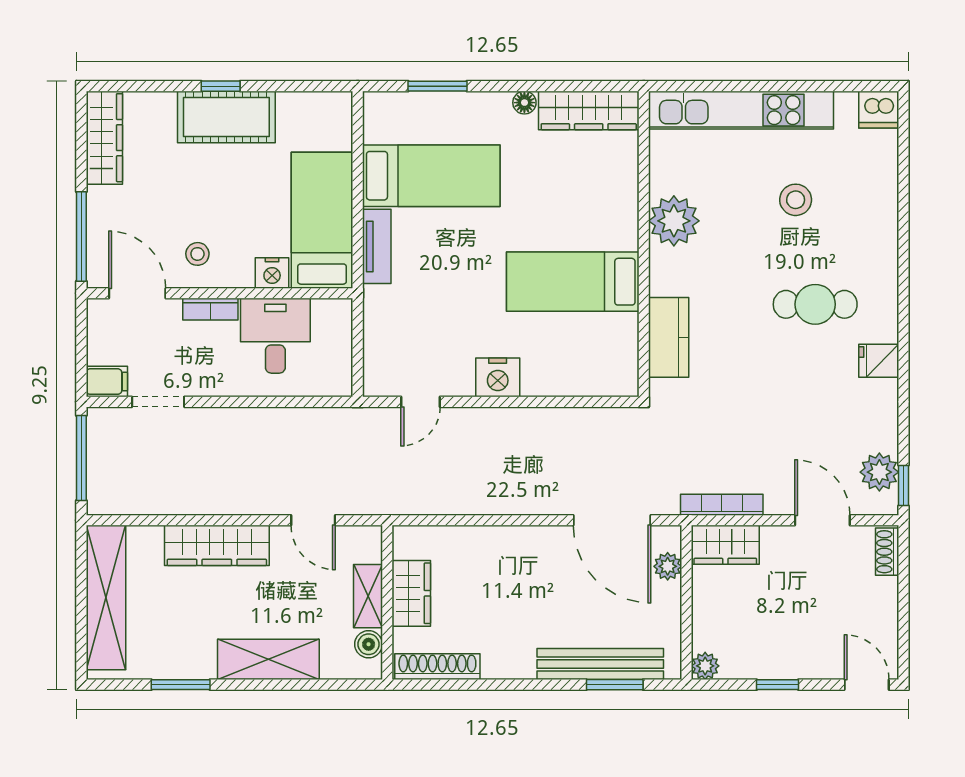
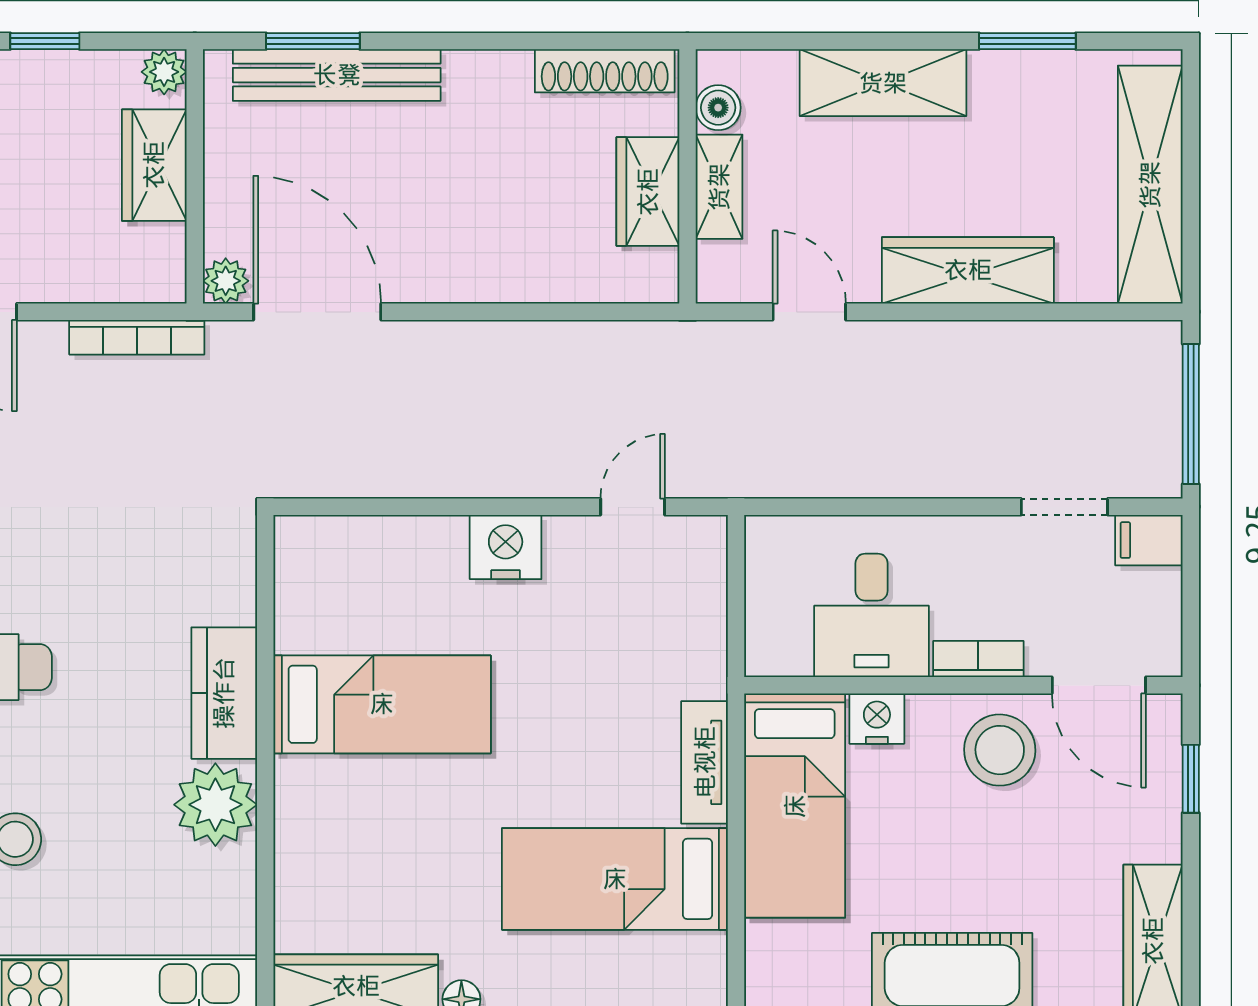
window: (81, 236) -> (1191, 779), width x0.46
stool: (197, 254) -> (1000, 750), width x1.89, depth x1.89
kitchen counter: (669, 337) -> (224, 693), moved
wardrobe: (725, 545) -> (154, 165), moved, turned -90
plant: (668, 566) -> (226, 281), moved

